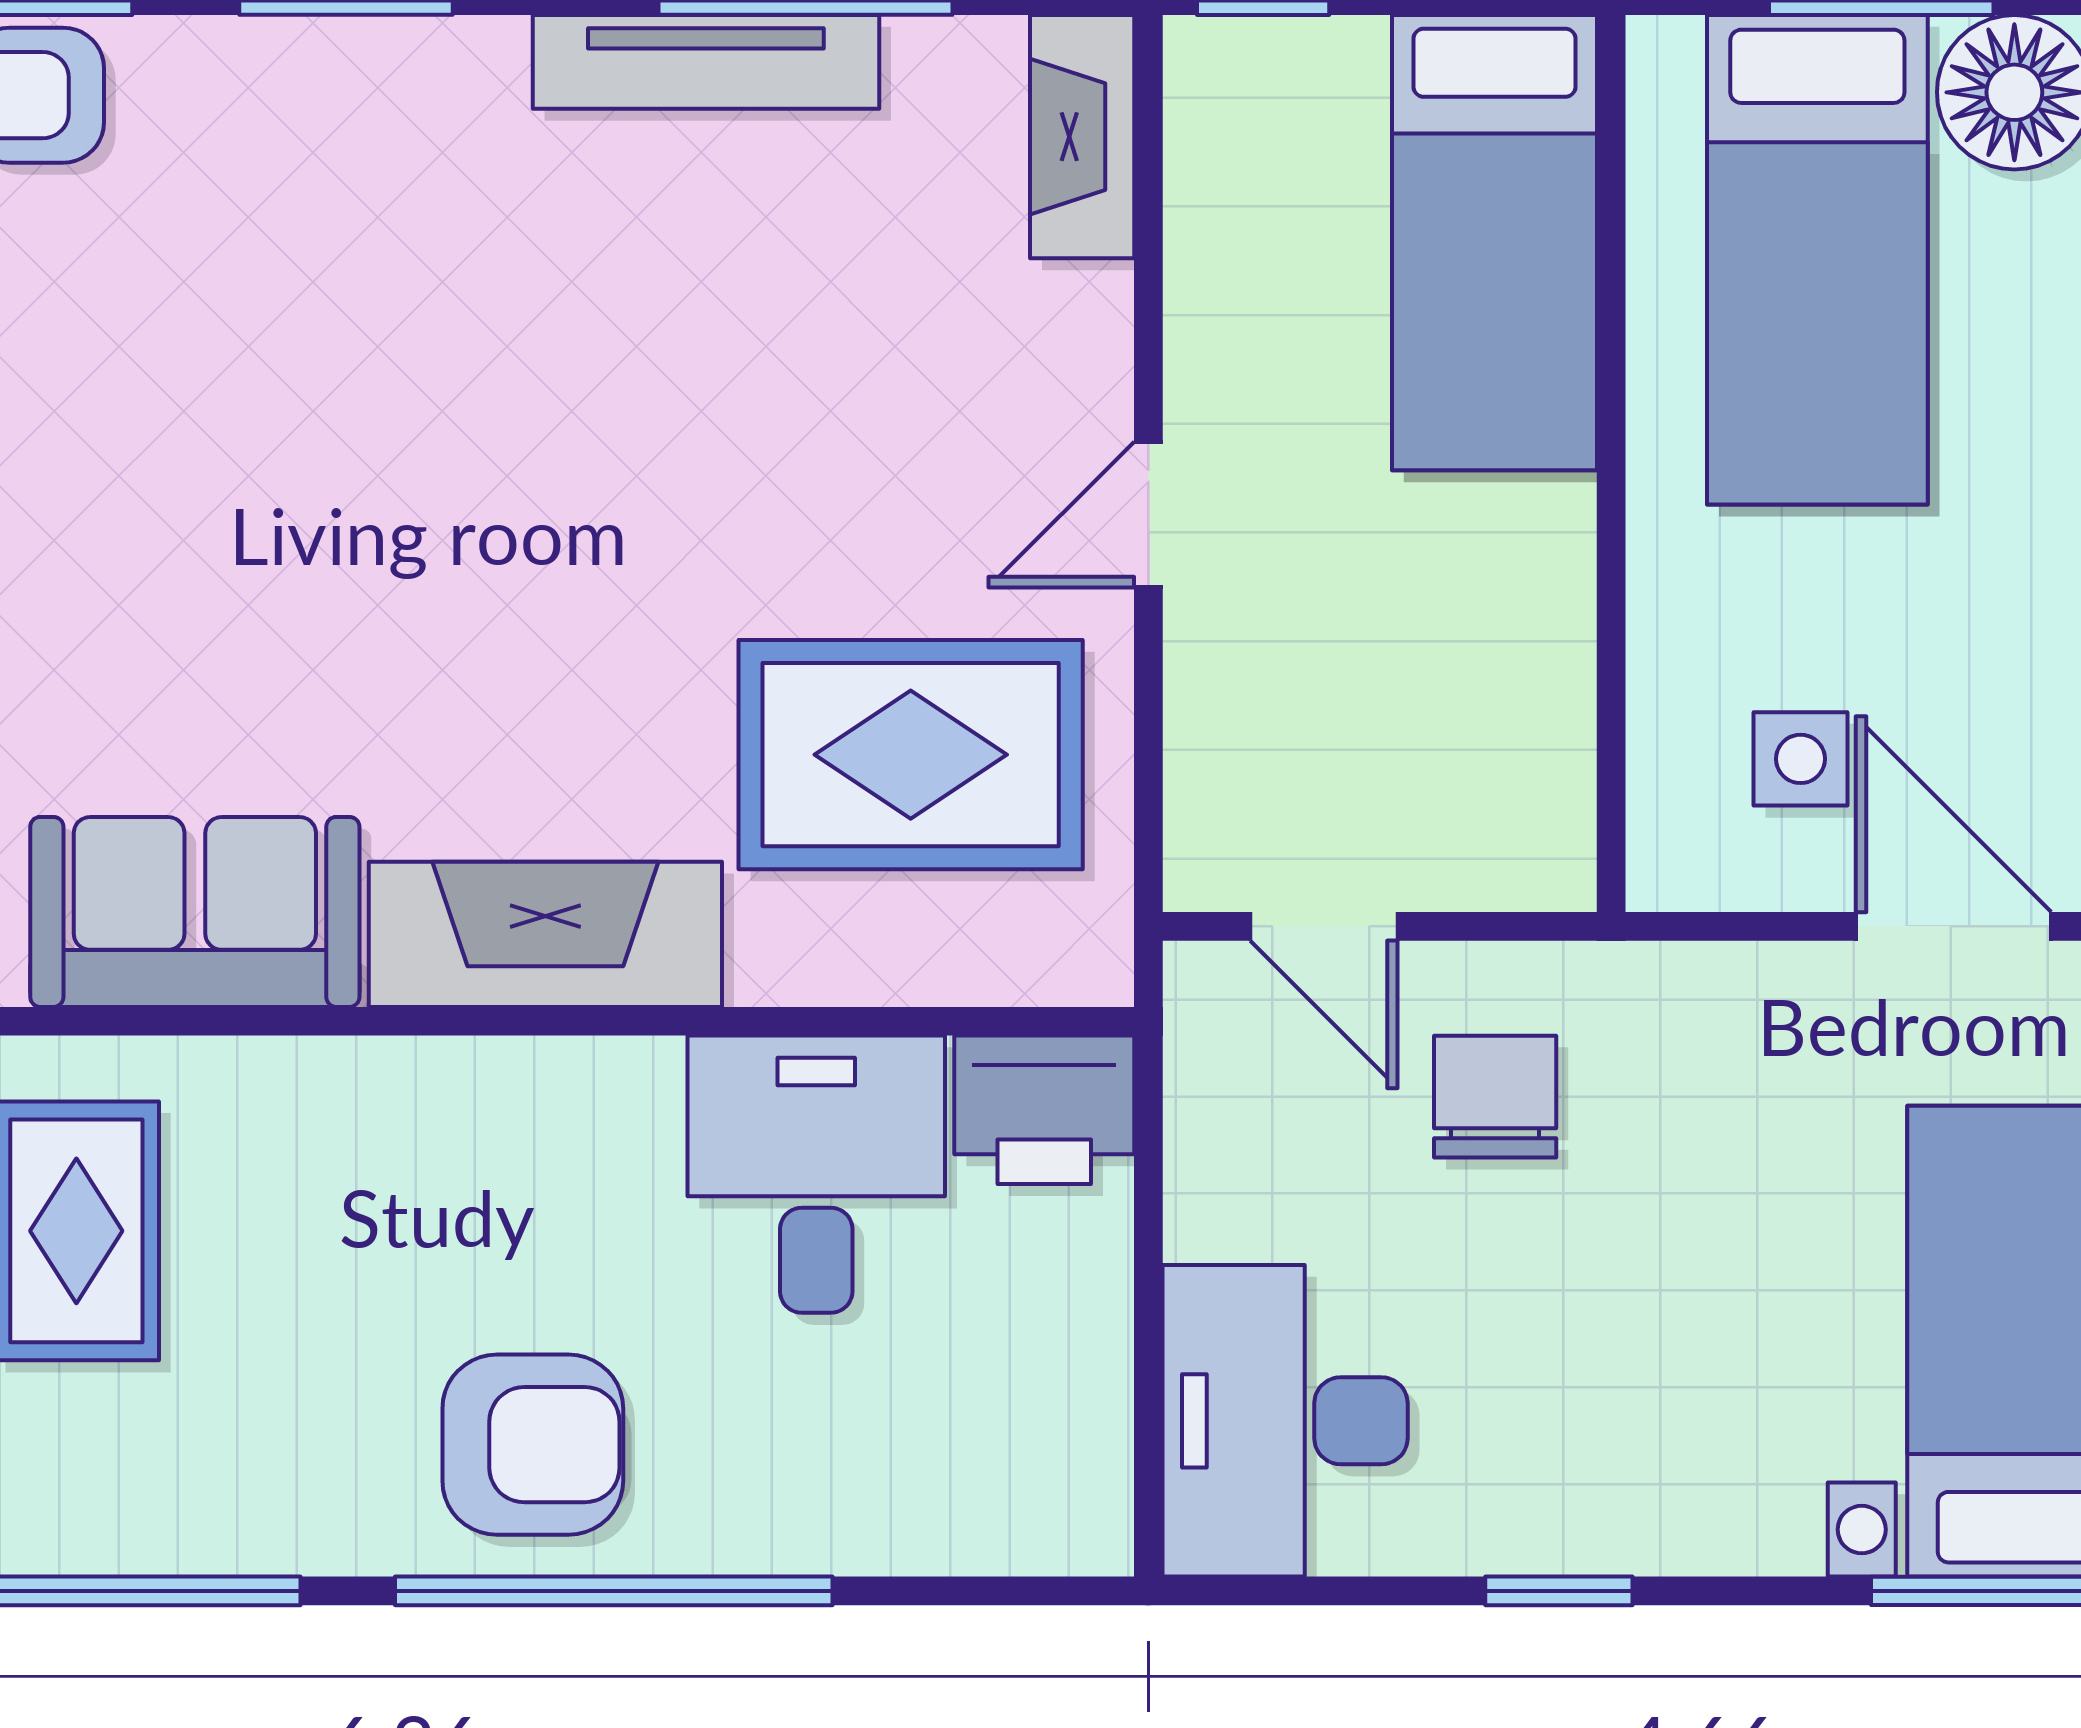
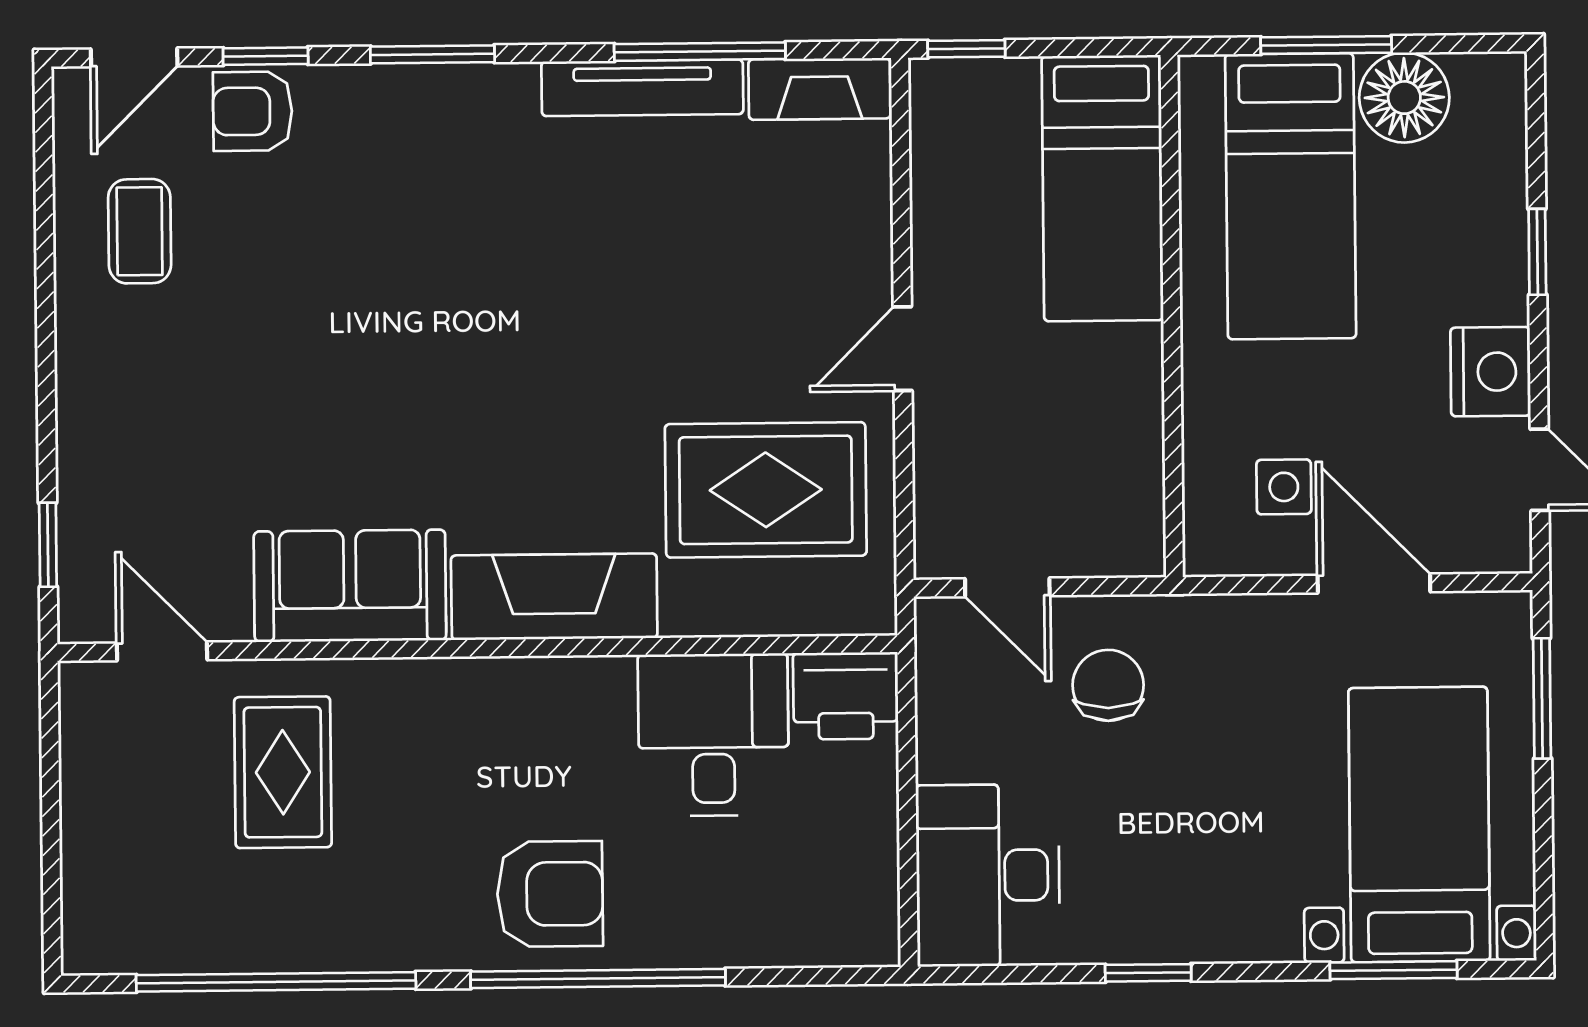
fireplace: (1082, 137) -> (820, 89), moved, turned -90

